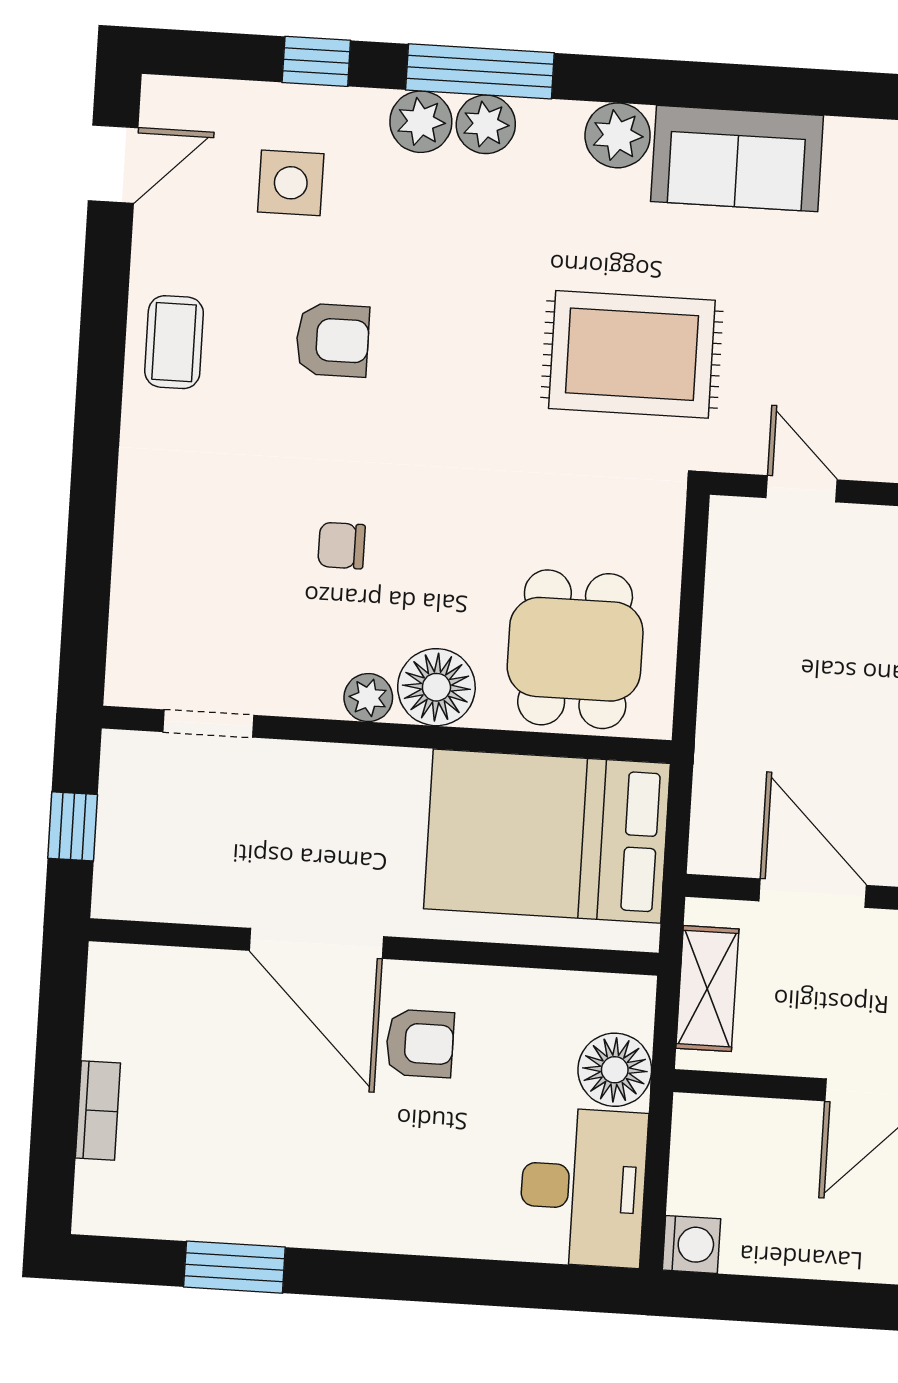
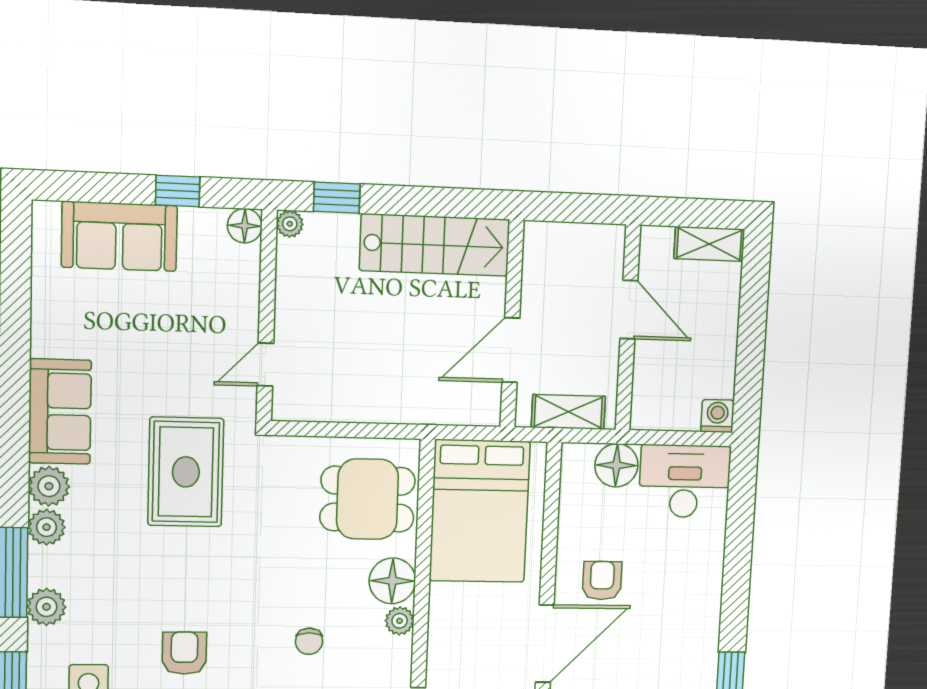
plant: (486, 124) -> (47, 527), moved

